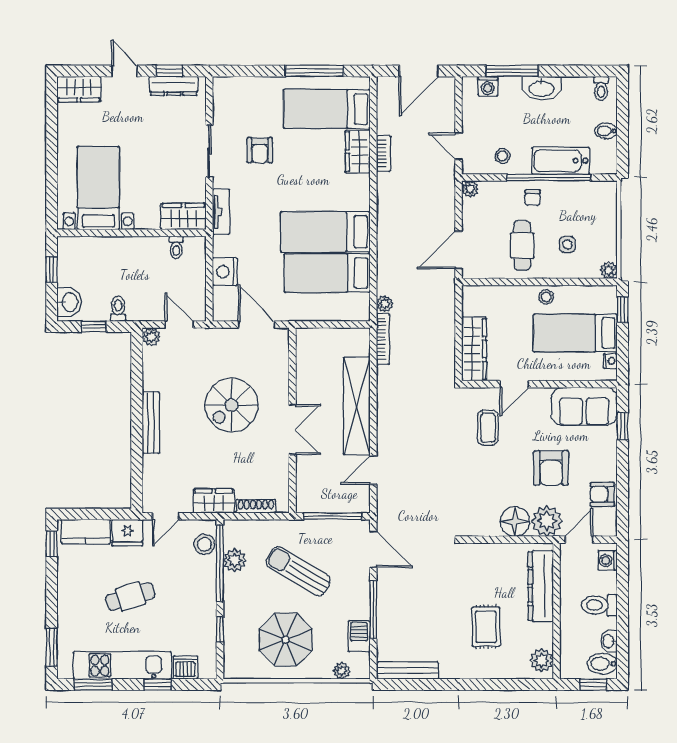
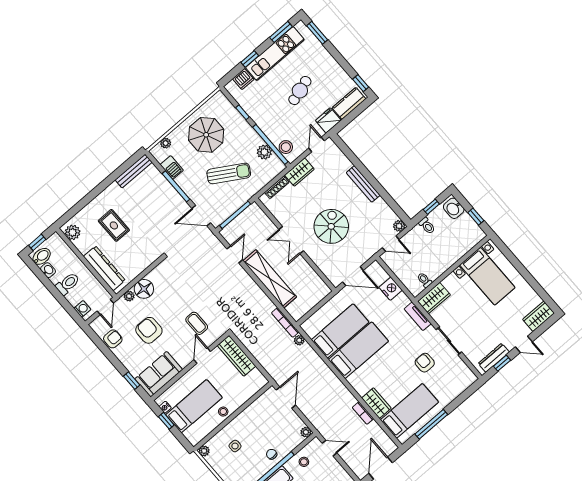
cafe table: (522, 245) -> (257, 427), removed
window: (623, 310) -> (166, 421), moved
plant: (547, 521) -> (129, 296), width x0.53, depth x0.53

